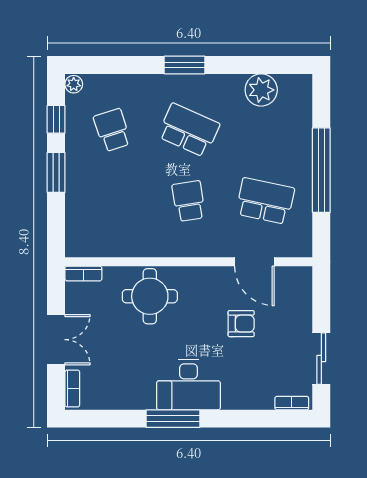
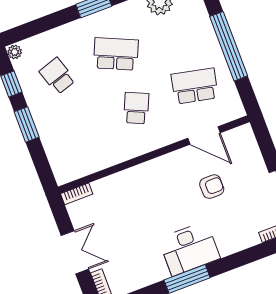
school desk: (189, 201) -> (136, 108), turned 33
round table: (150, 296) -> (134, 192), removed

